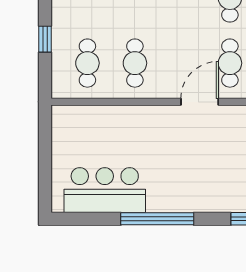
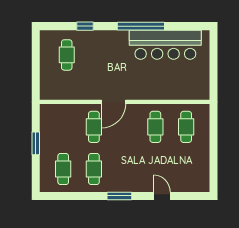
window: (45, 39) -> (213, 142), removed
bar counter: (105, 190) -> (165, 45), width x1.36

